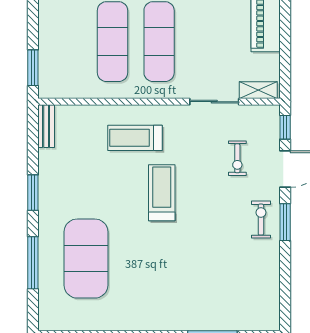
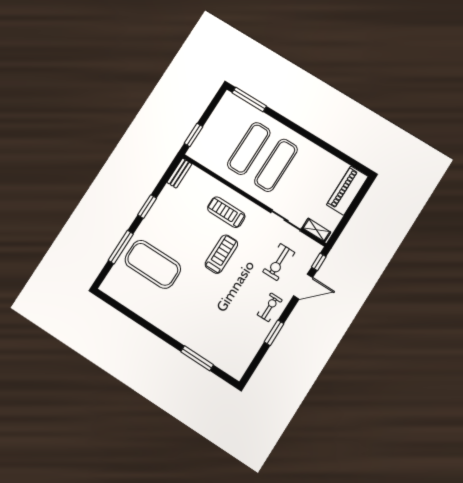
exercise bike: (237, 158) -> (279, 262), width x1.38, depth x1.39
window: (285, 222) -> (274, 333), moved
exercise mat: (86, 259) -> (153, 264), turned 90

